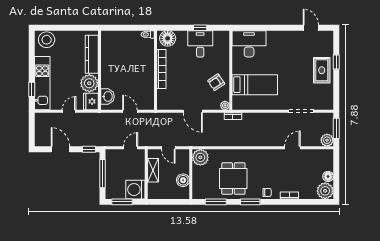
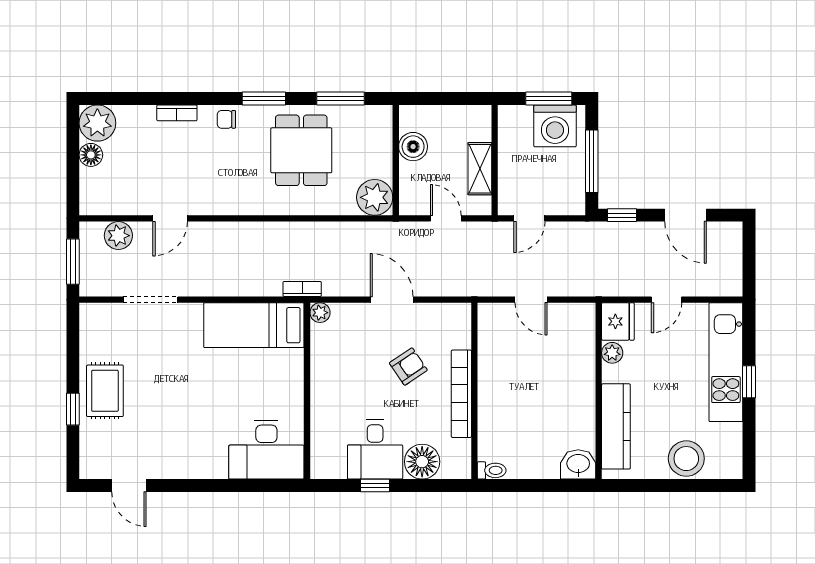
floor lamp: (168, 38) -> (422, 462), moved
stool: (47, 40) -> (686, 459), moved
armchair: (216, 82) -> (408, 367), moved
plant: (89, 83) -> (612, 353), width x0.53, depth x0.53
bed: (255, 85) -> (254, 325), moved
window: (32, 89) -> (749, 382), moved
washbasin: (108, 96) -> (578, 464), moved, turned 90
plant: (327, 140) -> (118, 236), moved
washing machine: (135, 190) -> (555, 126), moved, turned 90

